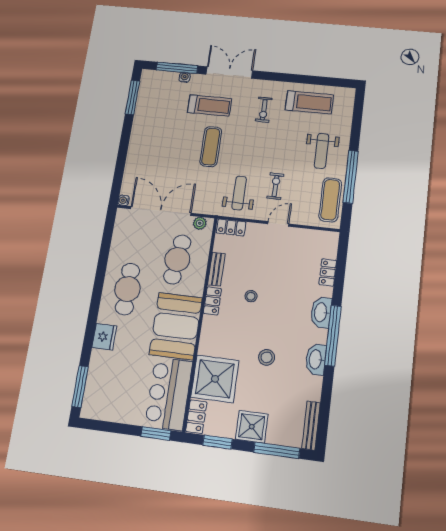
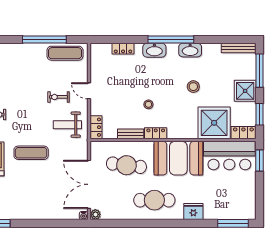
weight bench: (322, 151) -> (25, 64), removed
plant: (200, 223) -> (95, 214), moved

